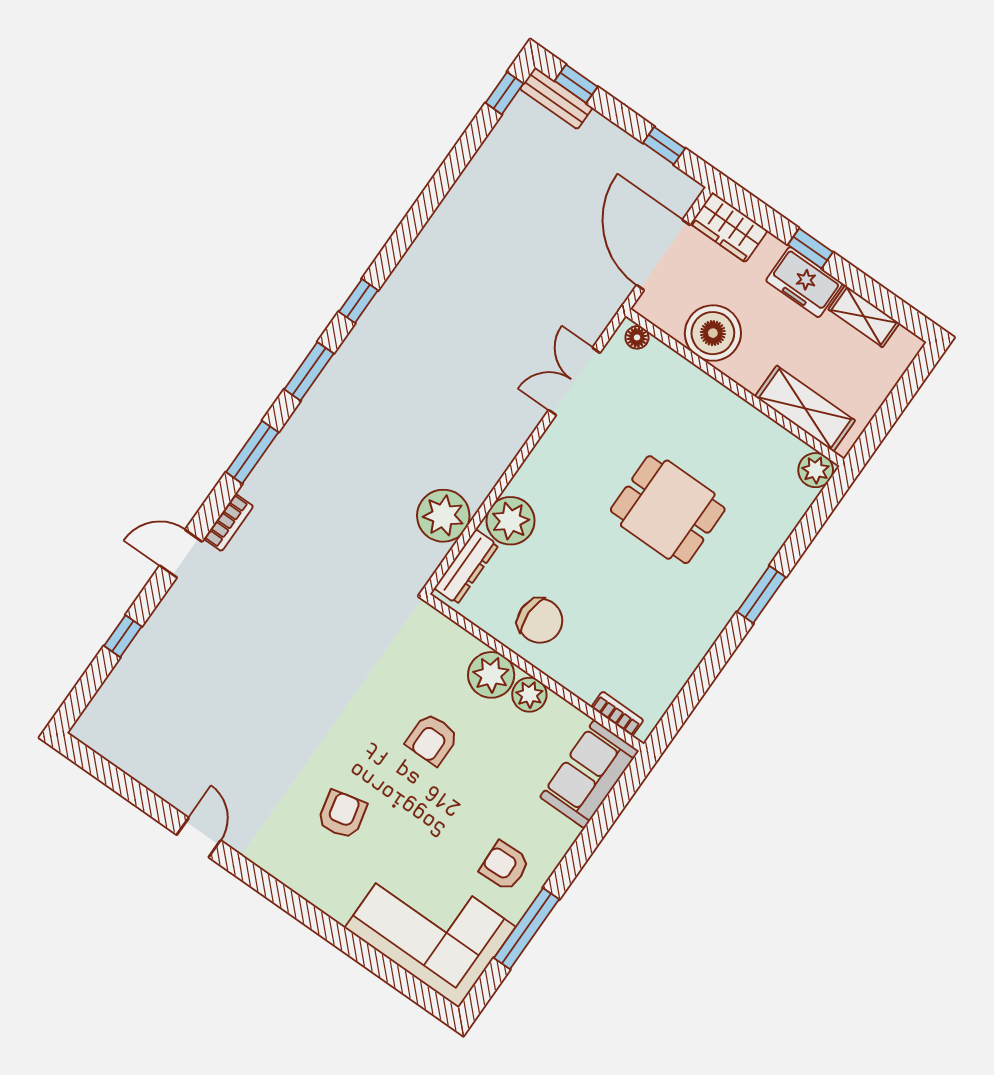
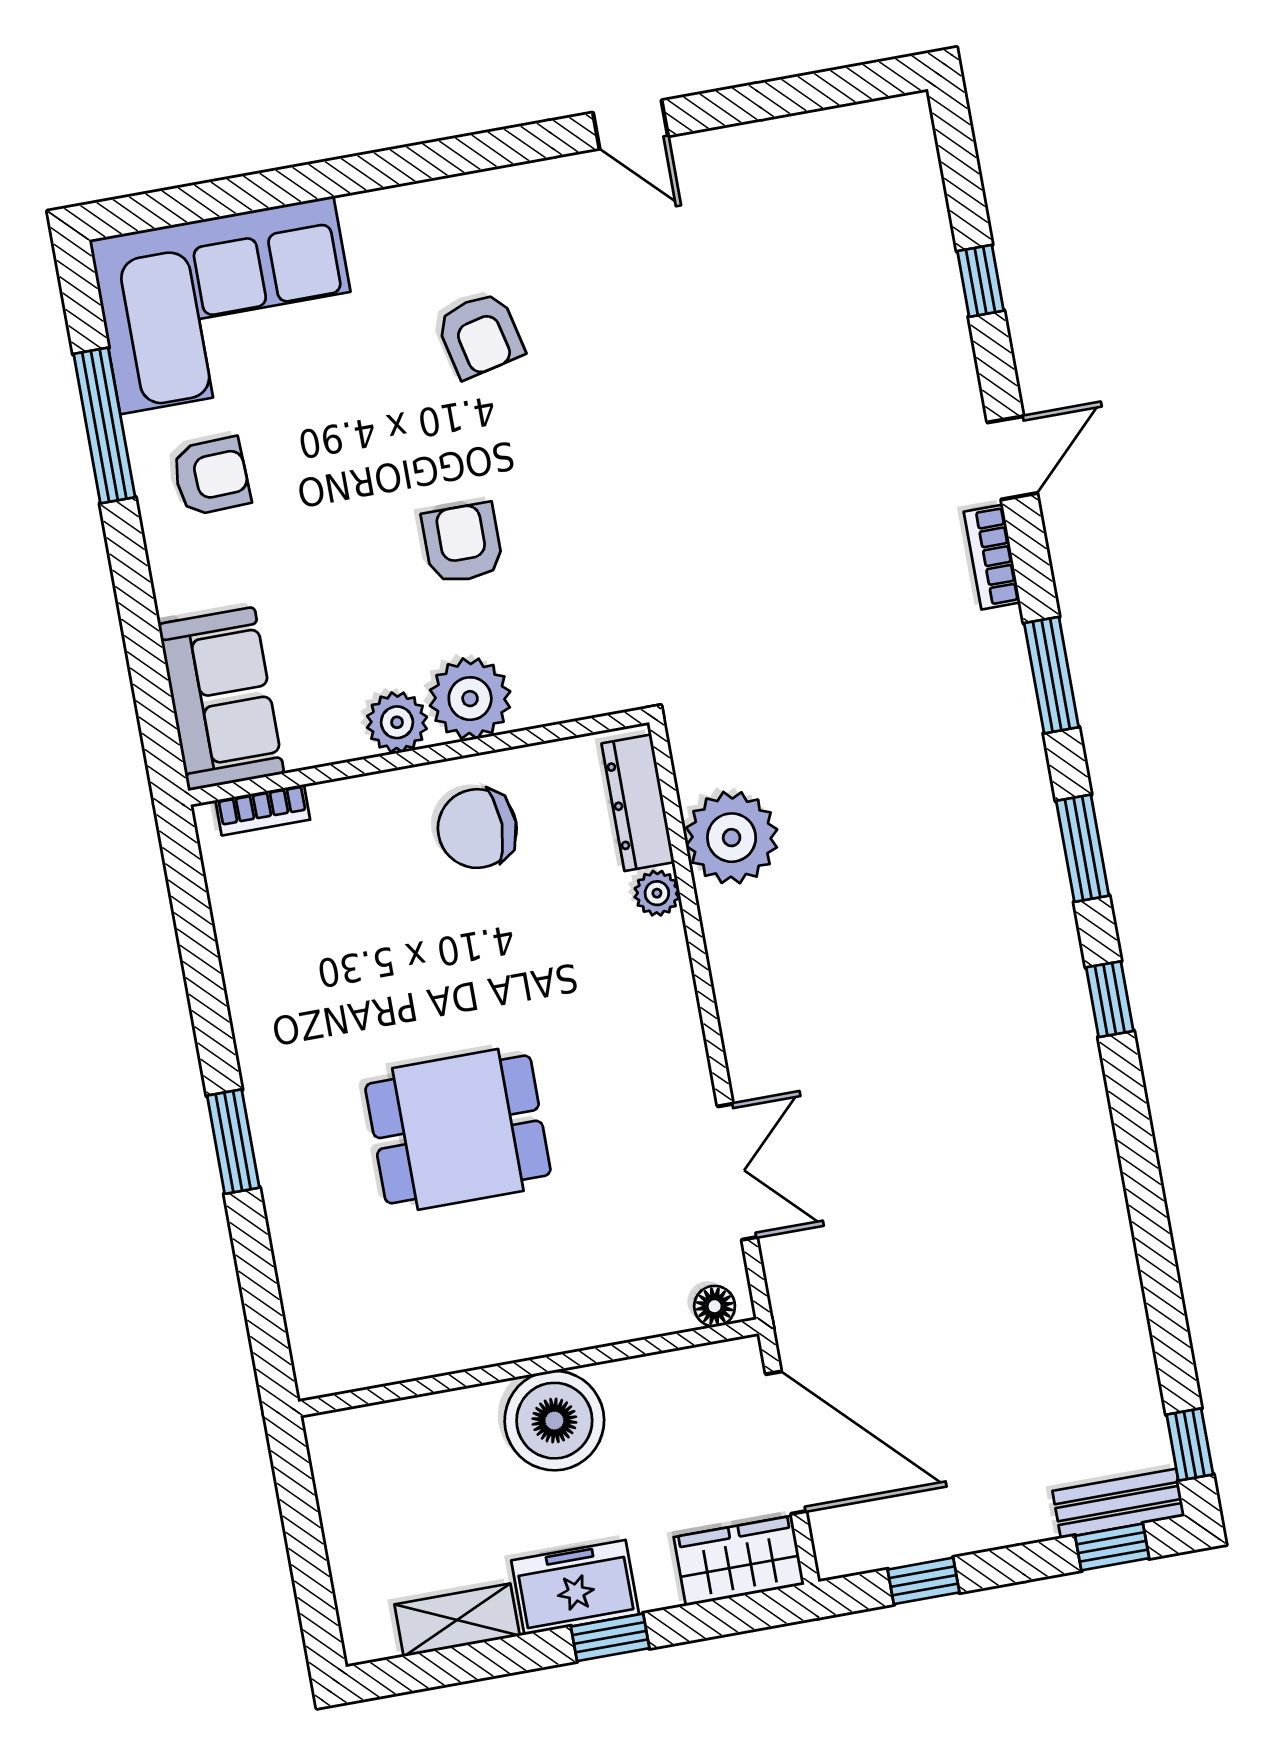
boiler: (713, 333) -> (554, 1421), moved
shelving: (805, 408) -> (414, 1430), removed
plant: (816, 470) -> (323, 1366), removed
plant: (510, 521) -> (657, 893), width x0.53, depth x0.53

